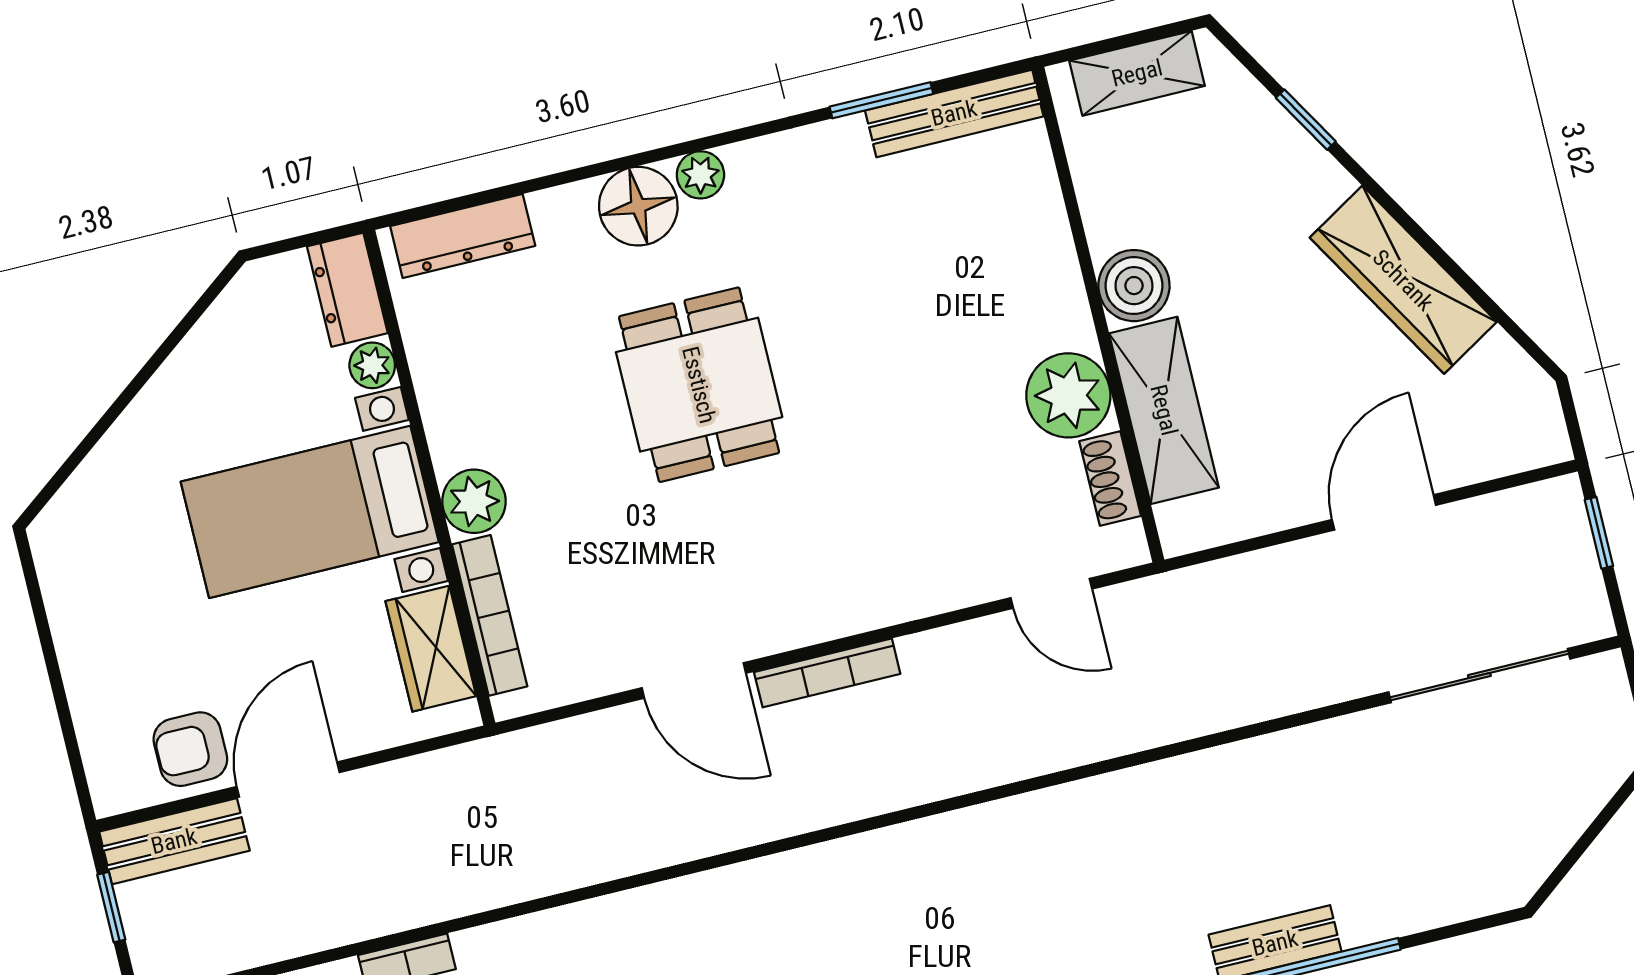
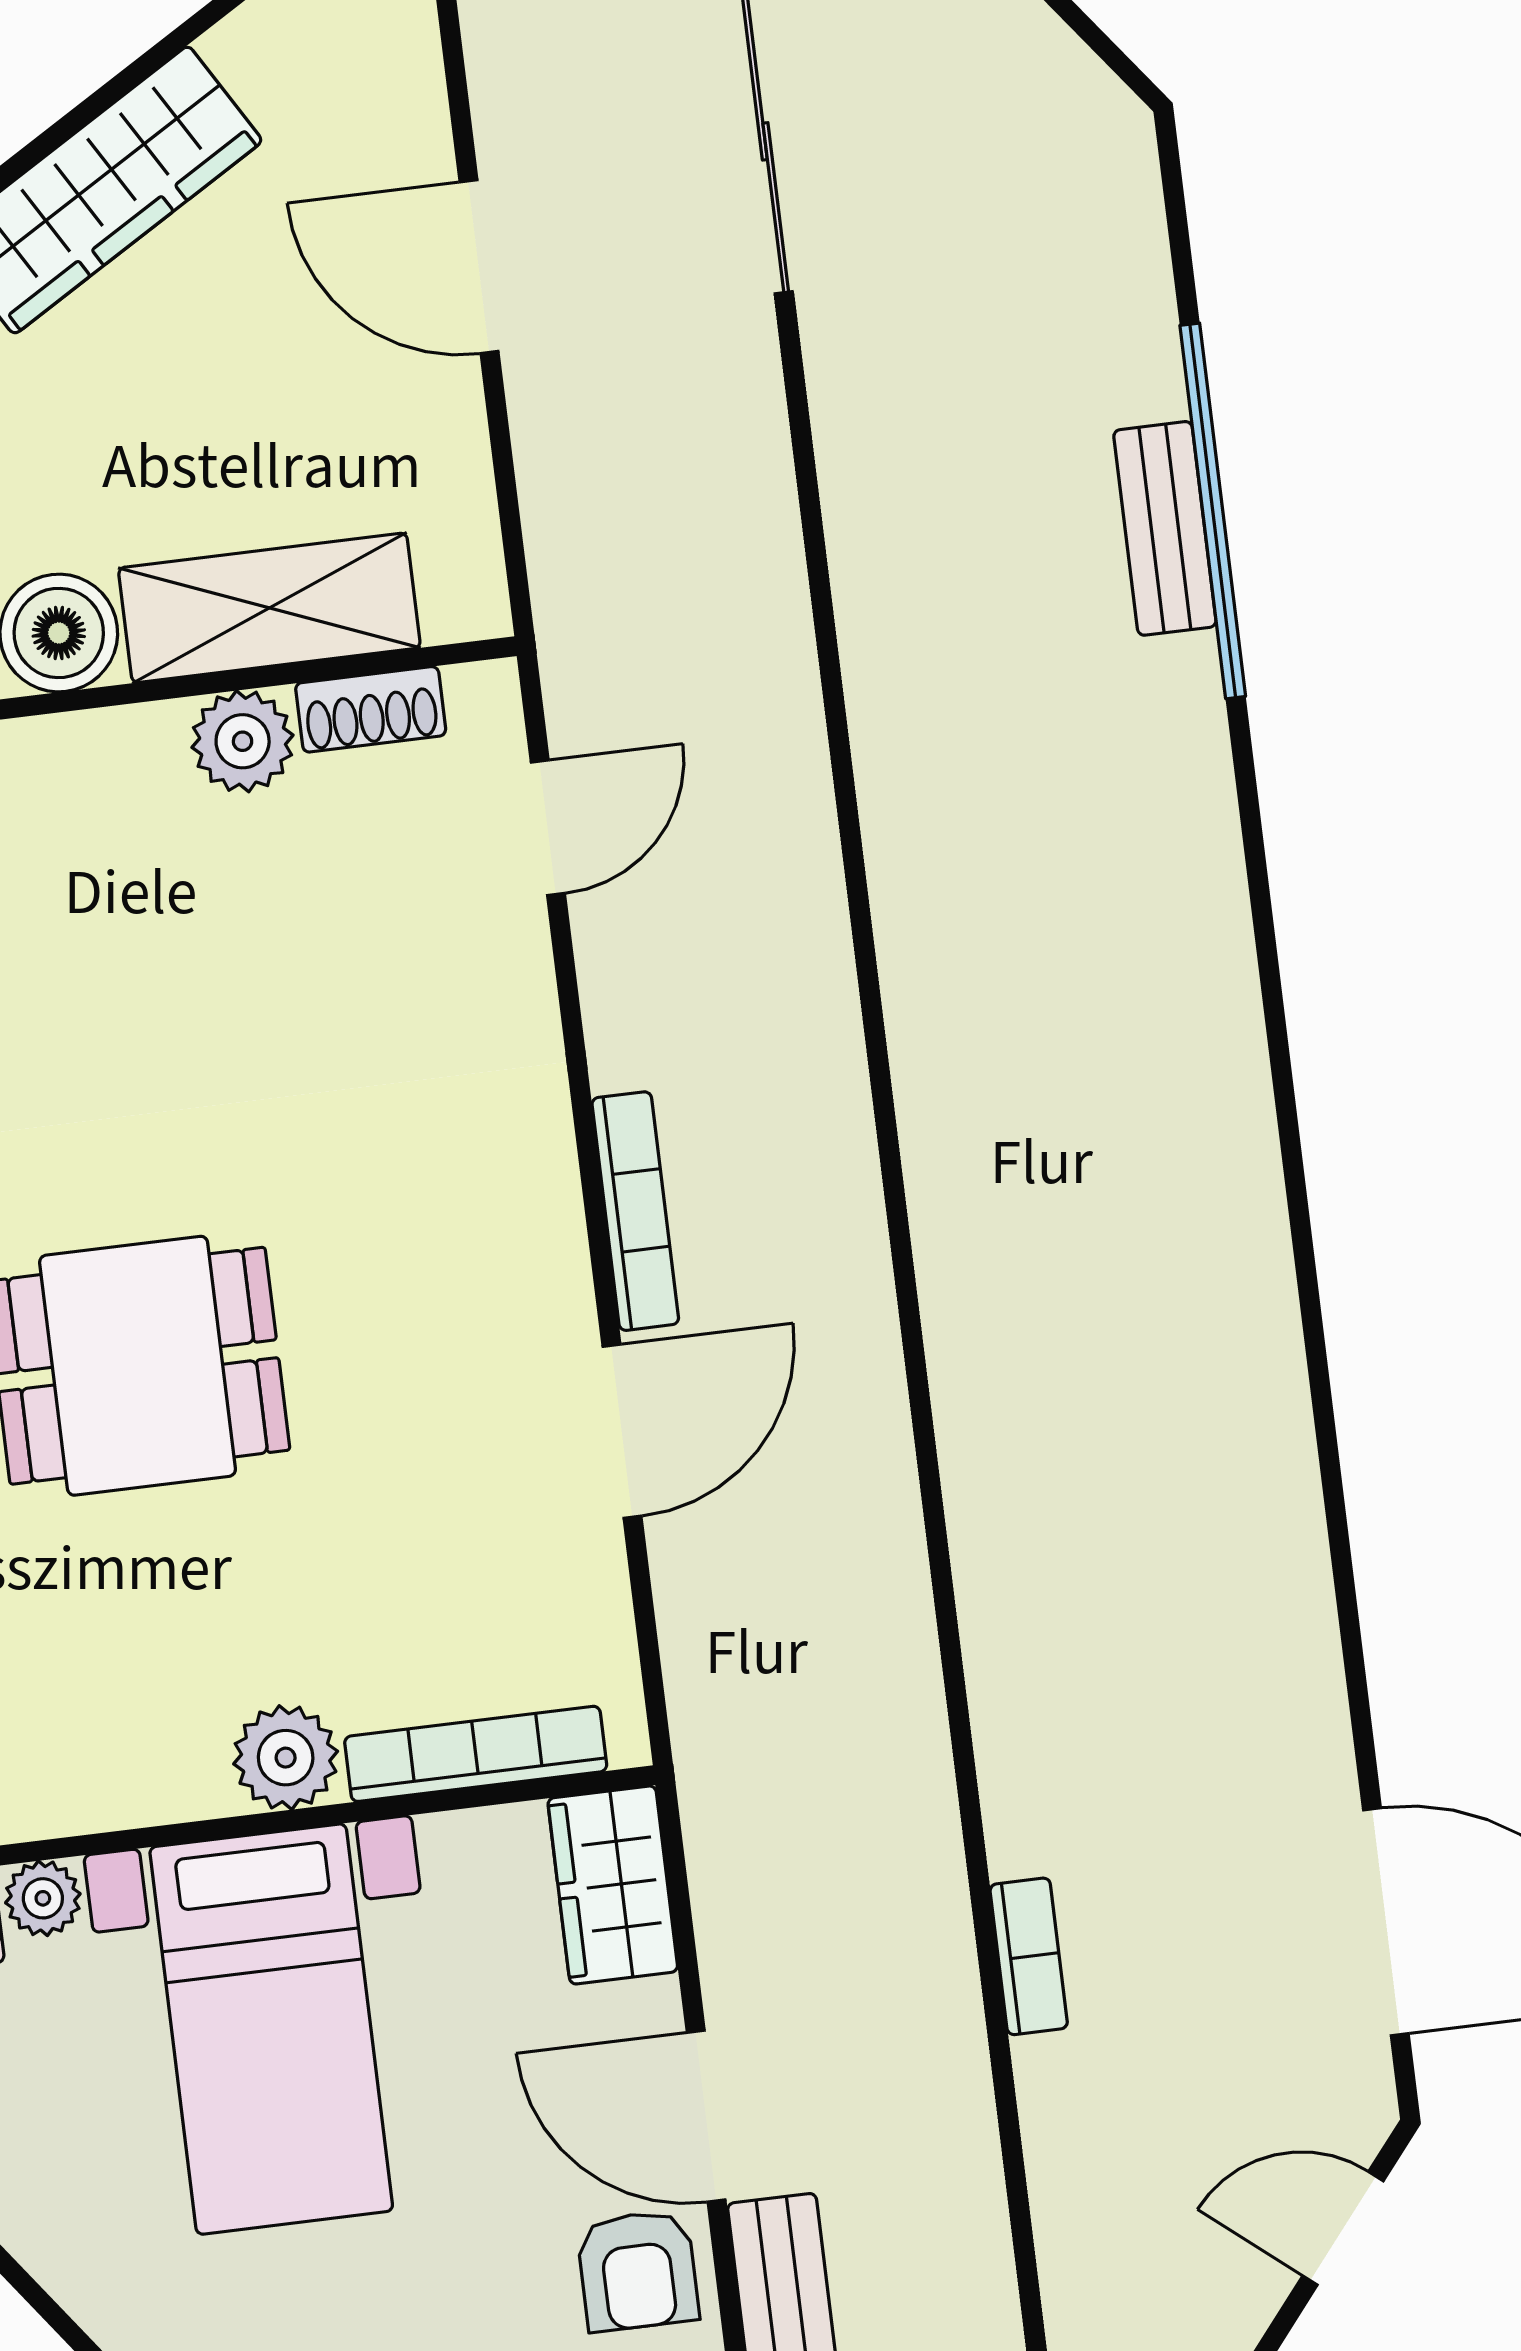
plant: (1068, 395) -> (243, 741), width x0.73, depth x0.73
wardrobe: (431, 649) -> (613, 1885), moved, turned 90

